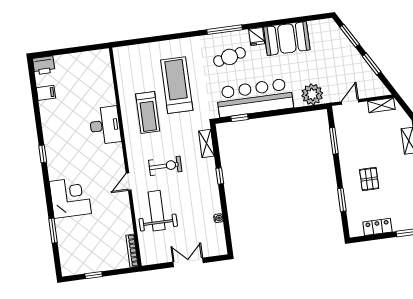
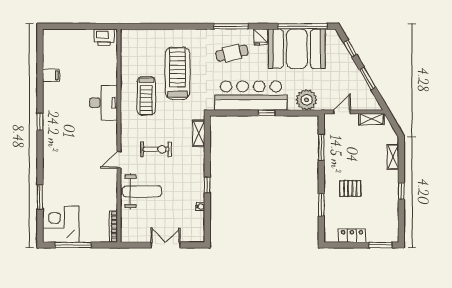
window: (298, 20) -> (302, 26), added
window: (350, 36) -> (350, 48), width x0.67
booth: (287, 39) -> (297, 49), width x1.36, depth x1.42
printer: (44, 65) -> (104, 37), moved
filing cabinet: (46, 93) -> (51, 75), moved
window: (240, 118) -> (266, 113), moved
window: (220, 176) -> (207, 185), moved
pallet: (369, 179) -> (350, 188), turned 90
corner desk: (70, 198) -> (61, 224), moved, turned -90
weight bench: (157, 211) -> (142, 191), turned 90
window: (94, 275) -> (73, 245), width x2.17

